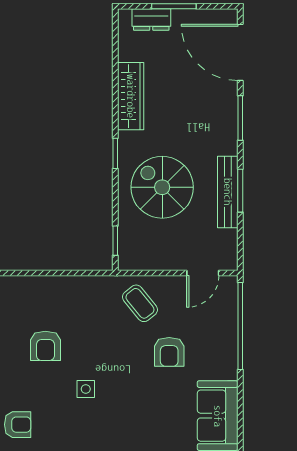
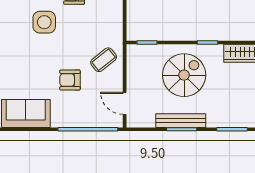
side table: (86, 389) -> (44, 22), width x1.87, depth x1.87

